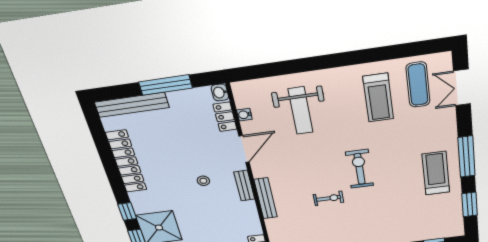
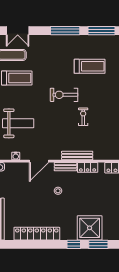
locker: (225, 117) -> (88, 167), moved
door: (244, 149) -> (39, 161), swing flipped
treadmill: (436, 173) -> (90, 66), moved, turned 180
window: (470, 204) -> (101, 31), width x1.44

